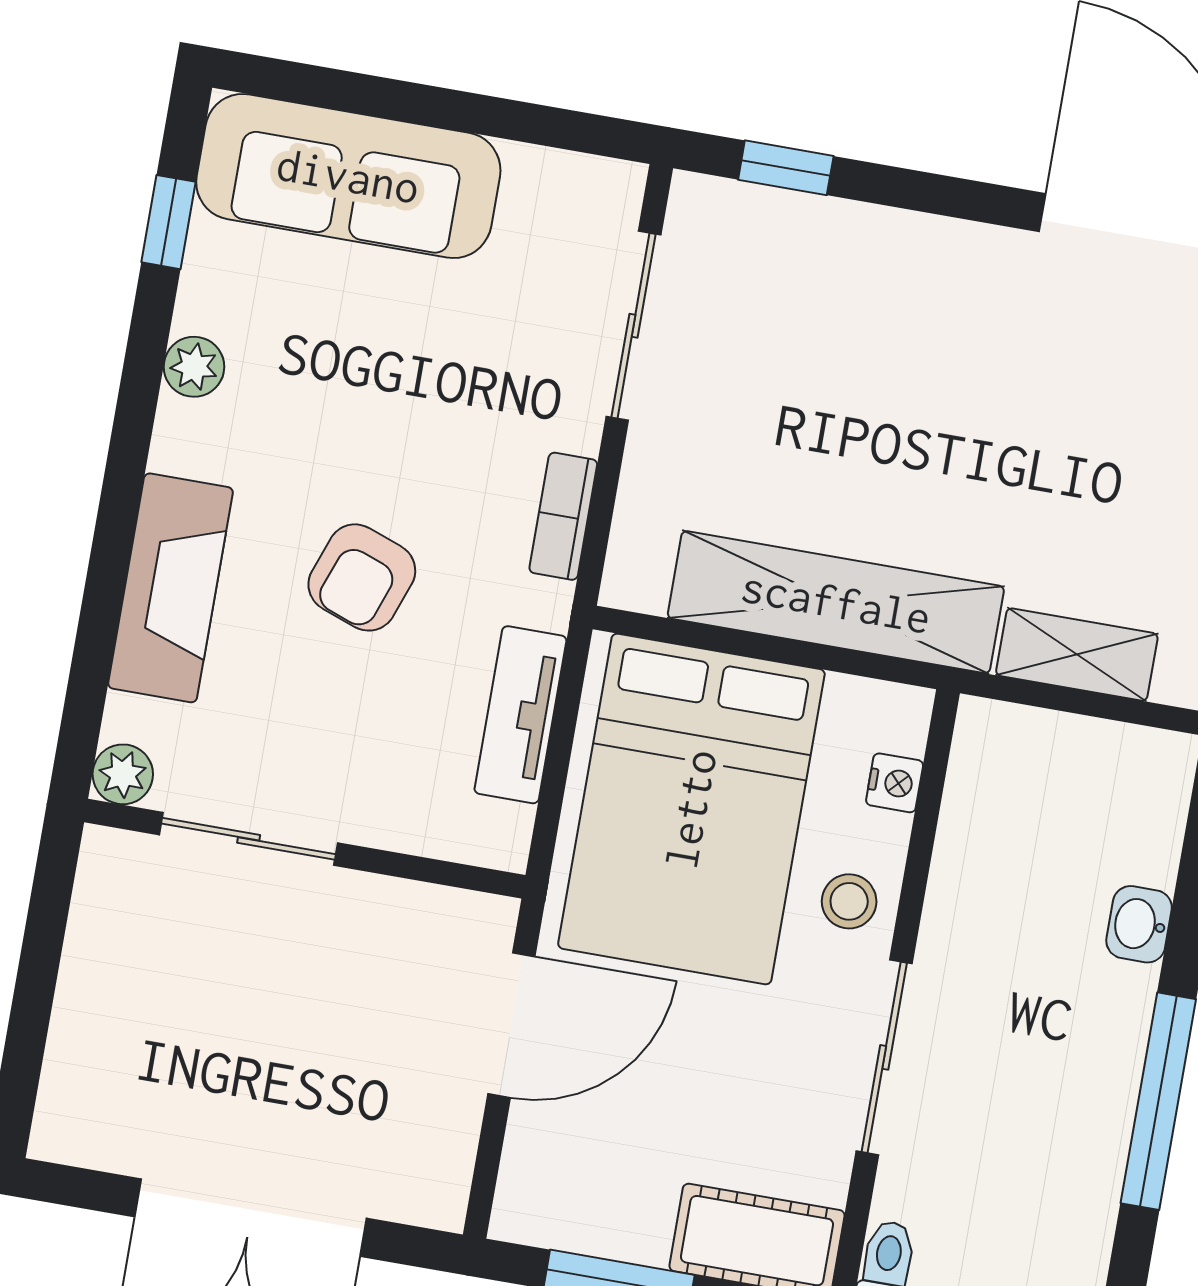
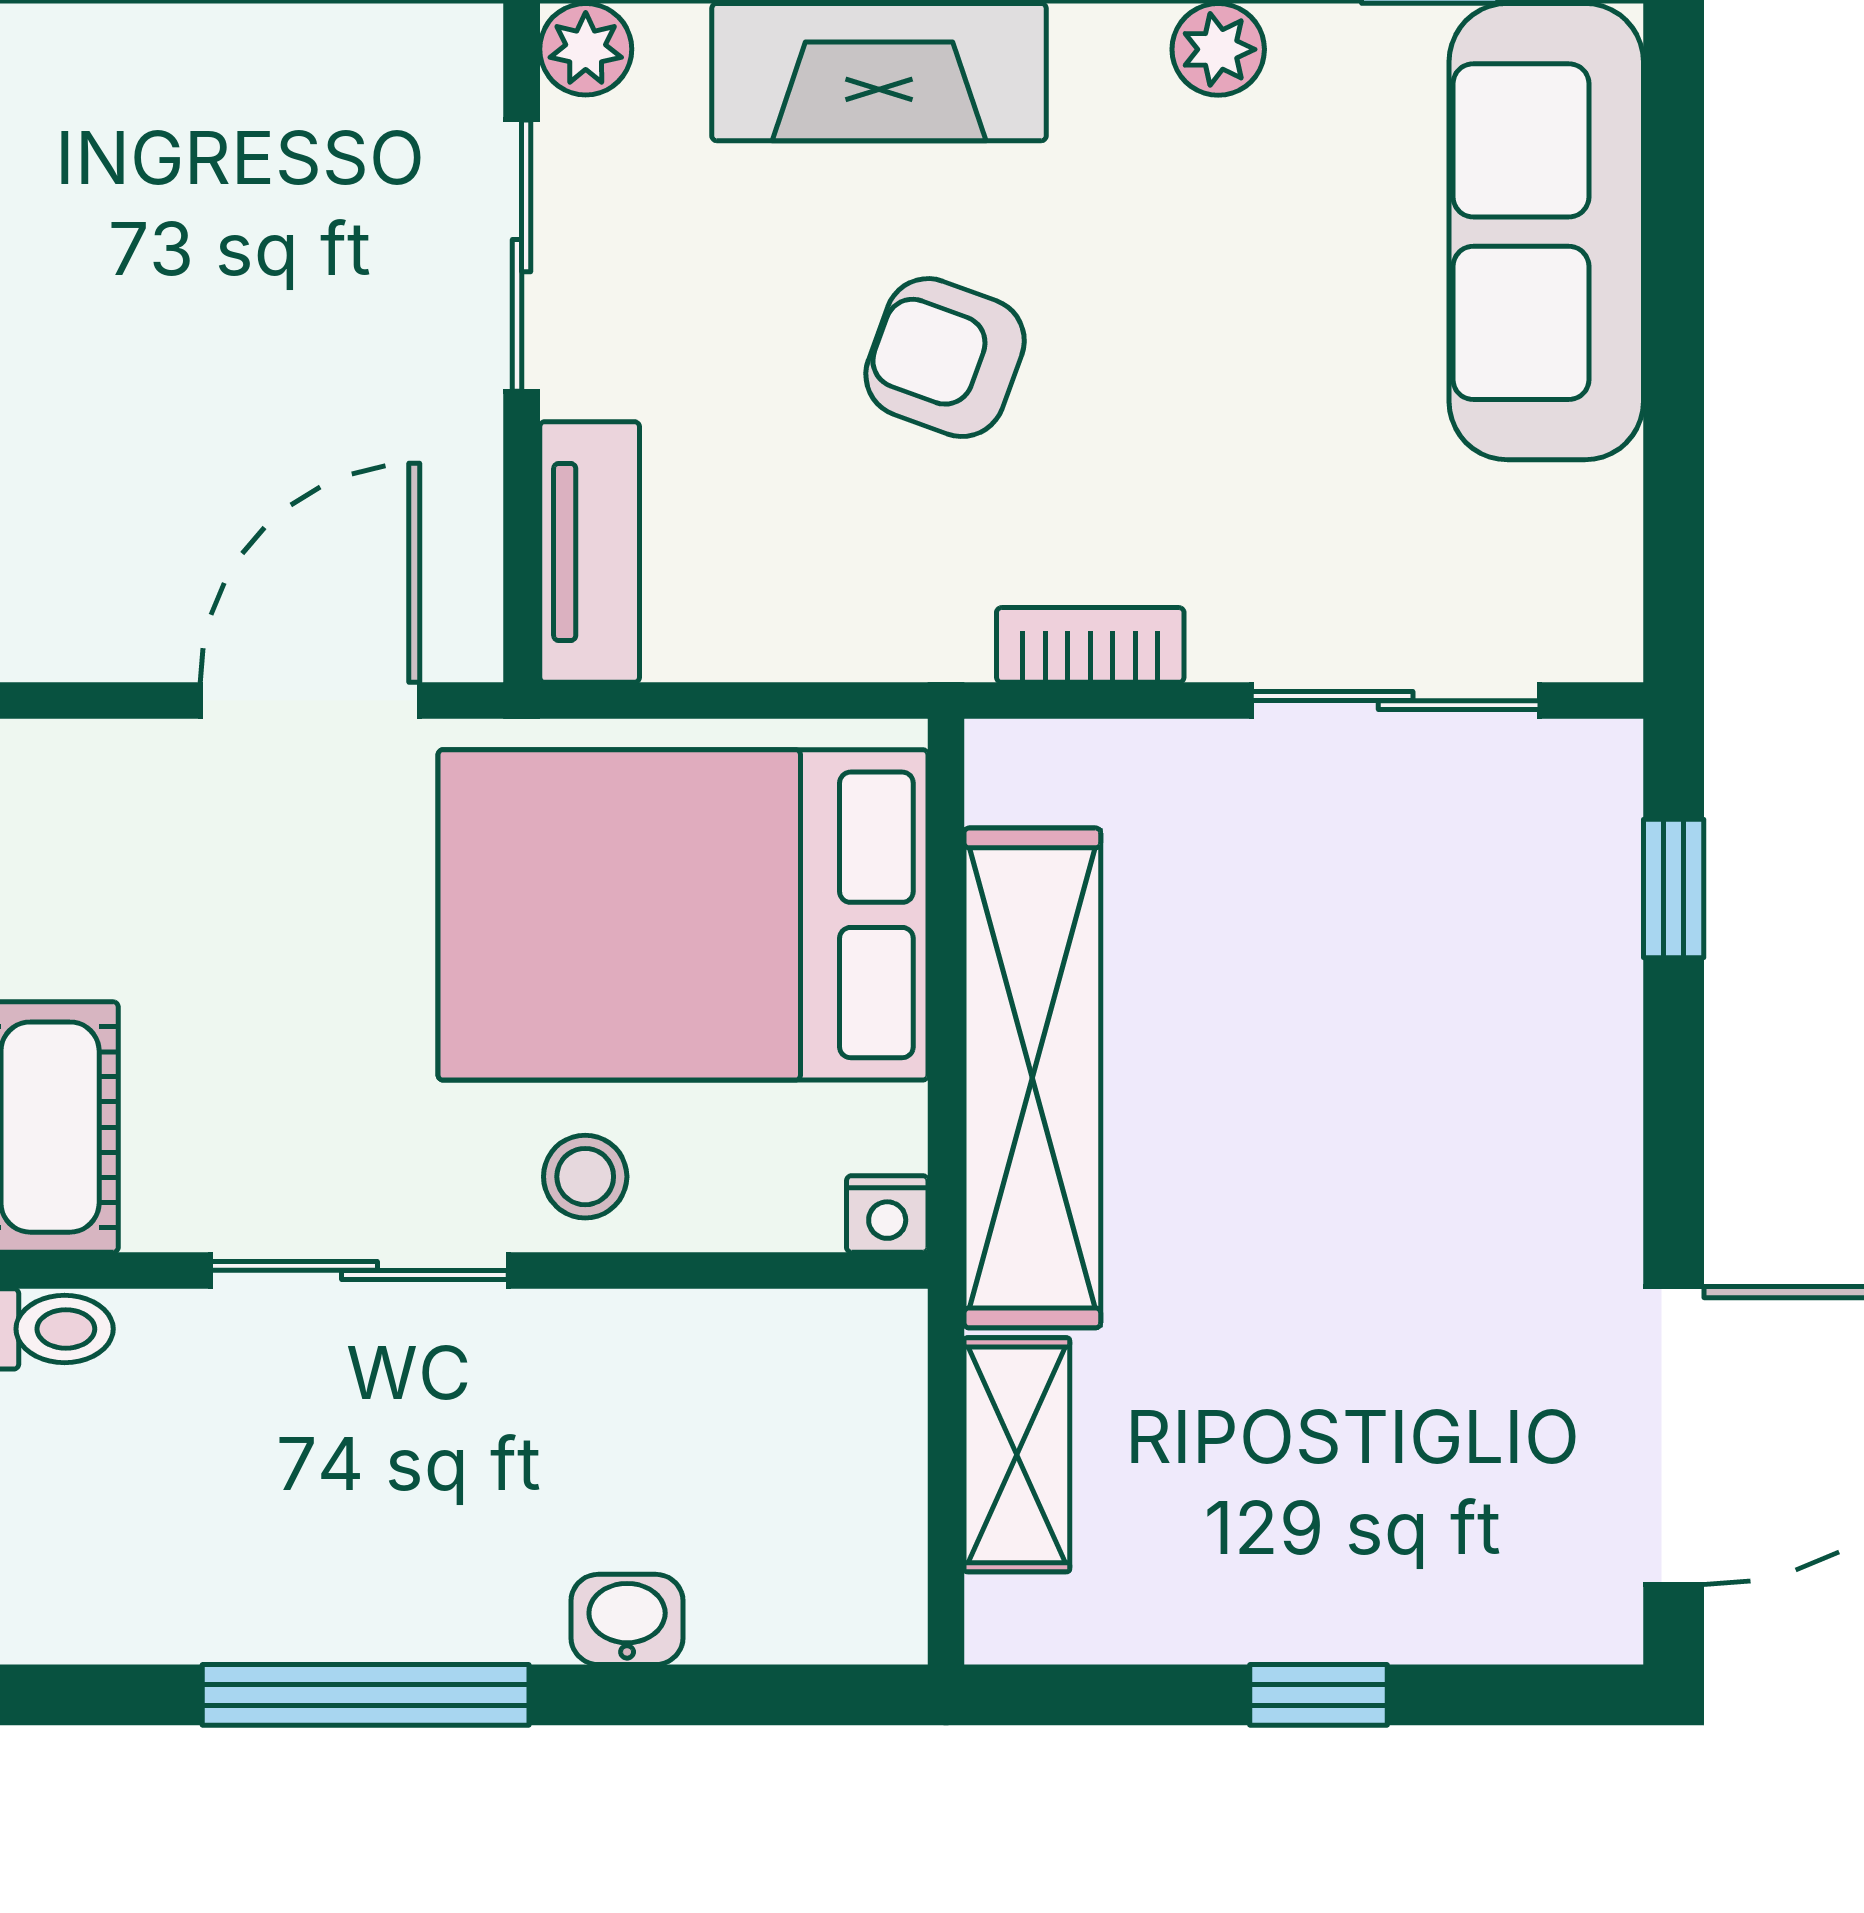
tv unit: (520, 715) -> (590, 552), moved, turned 90
nightstand: (895, 783) -> (887, 1214), moved
door: (511, 1025) -> (310, 701), swing flipped

